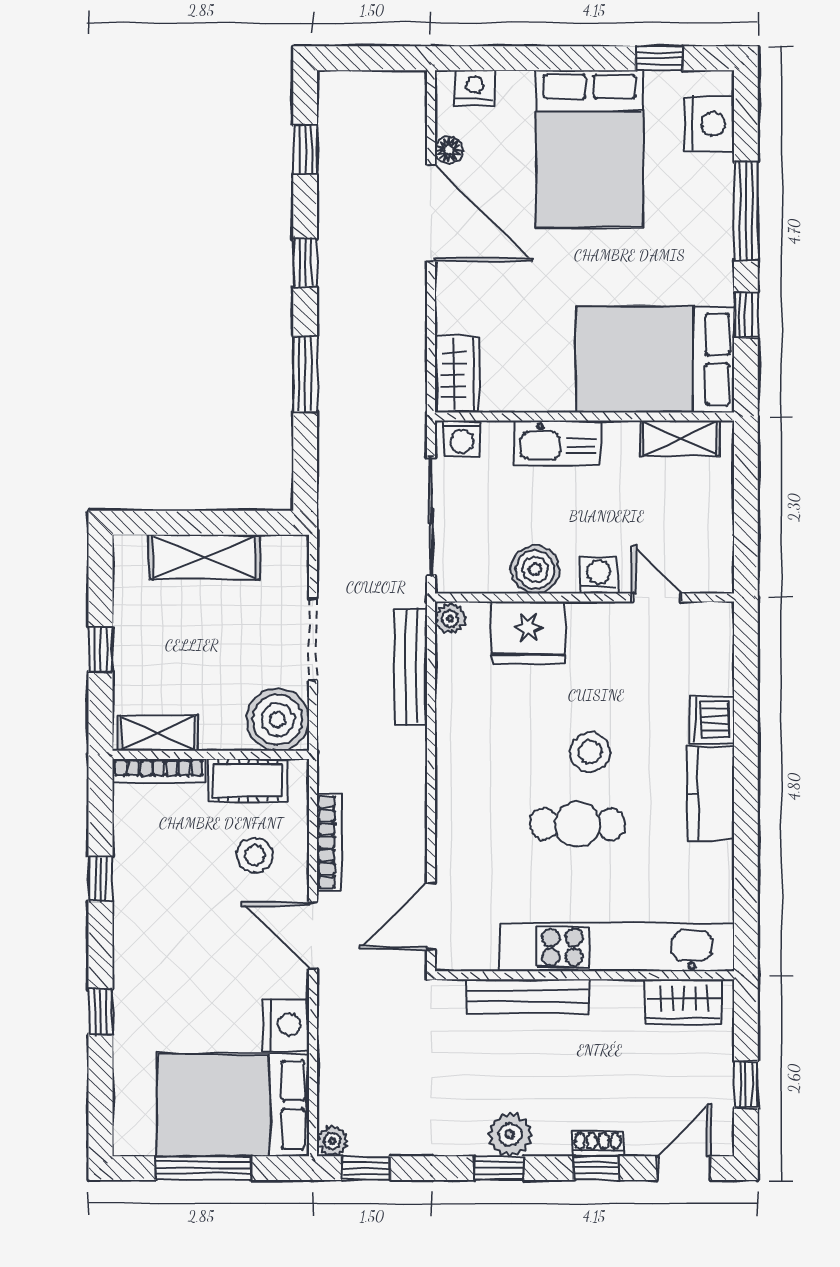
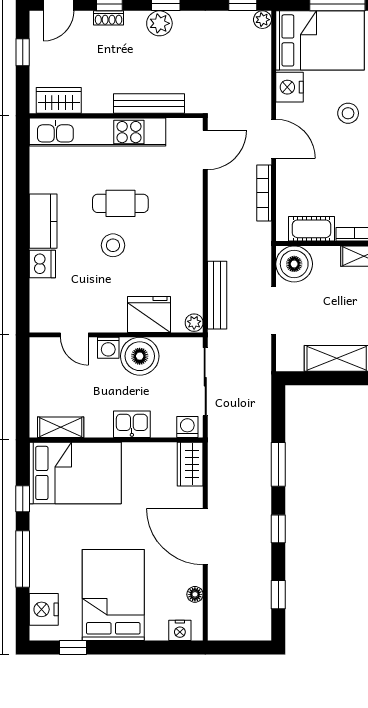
door: (431, 213) -> (205, 537), moved
kitchen sink: (558, 443) -> (132, 424), width x0.73
boiler: (535, 569) -> (140, 356), width x1.37, depth x1.37
stool: (255, 855) -> (348, 113), moved

